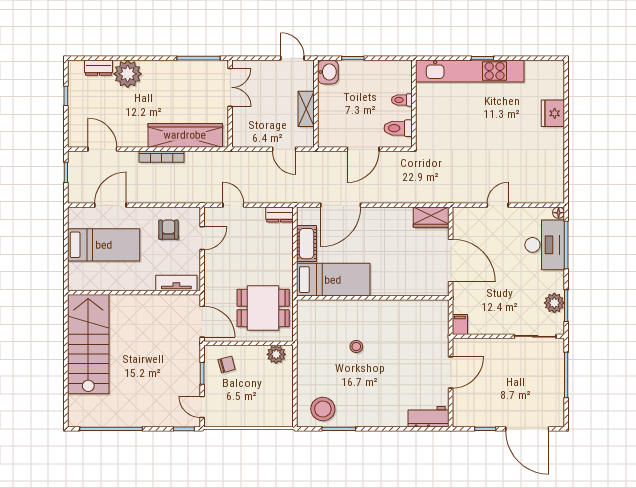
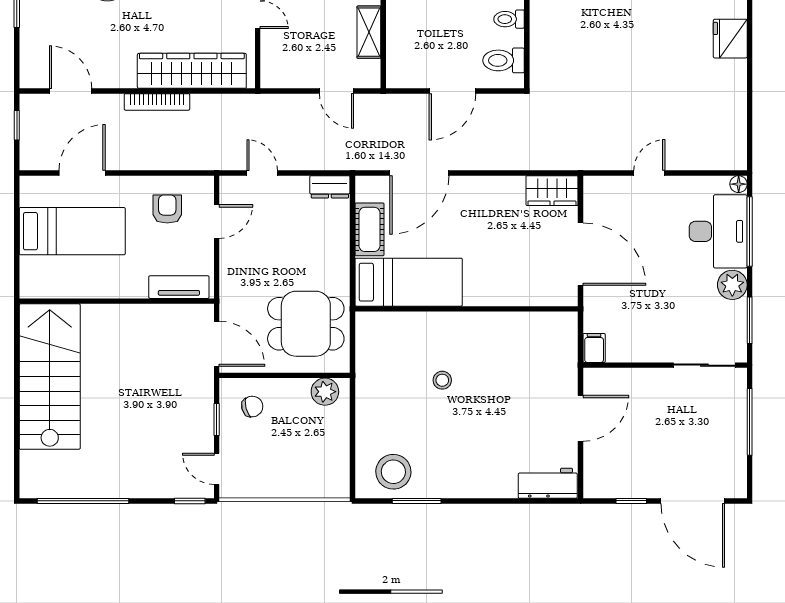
plant: (554, 303) -> (732, 285), moved

